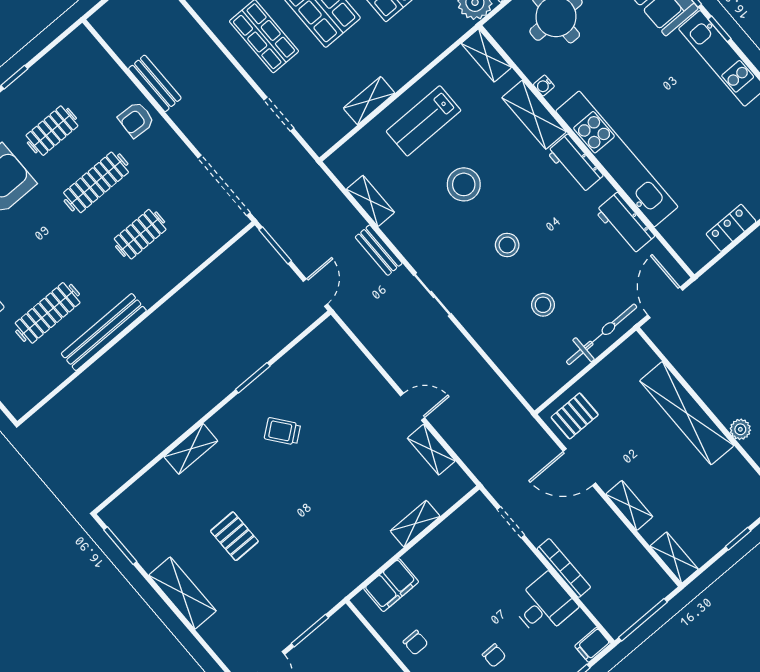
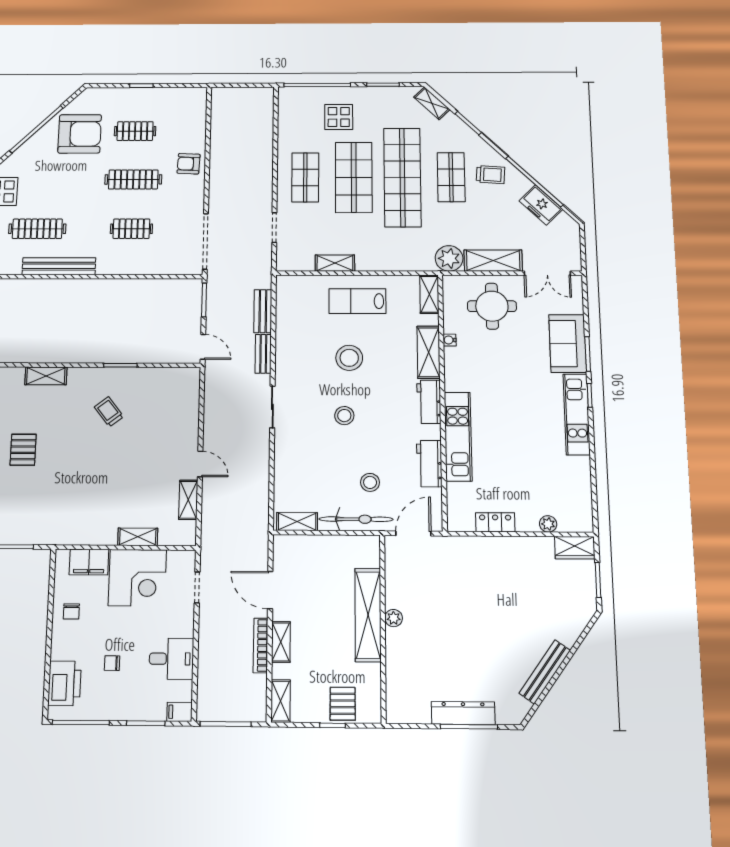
bench: (155, 83) -> (263, 311), moved
kitchen unit: (617, 159) -> (458, 437), width x0.73
shelving: (370, 201) -> (297, 522), moved, turned 90
door: (315, 293) -> (203, 347), hinge flipped
stool: (543, 305) -> (370, 482), moved
pallet: (575, 416) -> (343, 704), moved, turned 90
plant: (740, 429) -> (394, 618), moved
corner desk: (448, 561) -> (137, 578), added
bookcase: (564, 568) -> (261, 645), moved, turned 180
chair: (494, 655) -> (112, 663), turned 90

